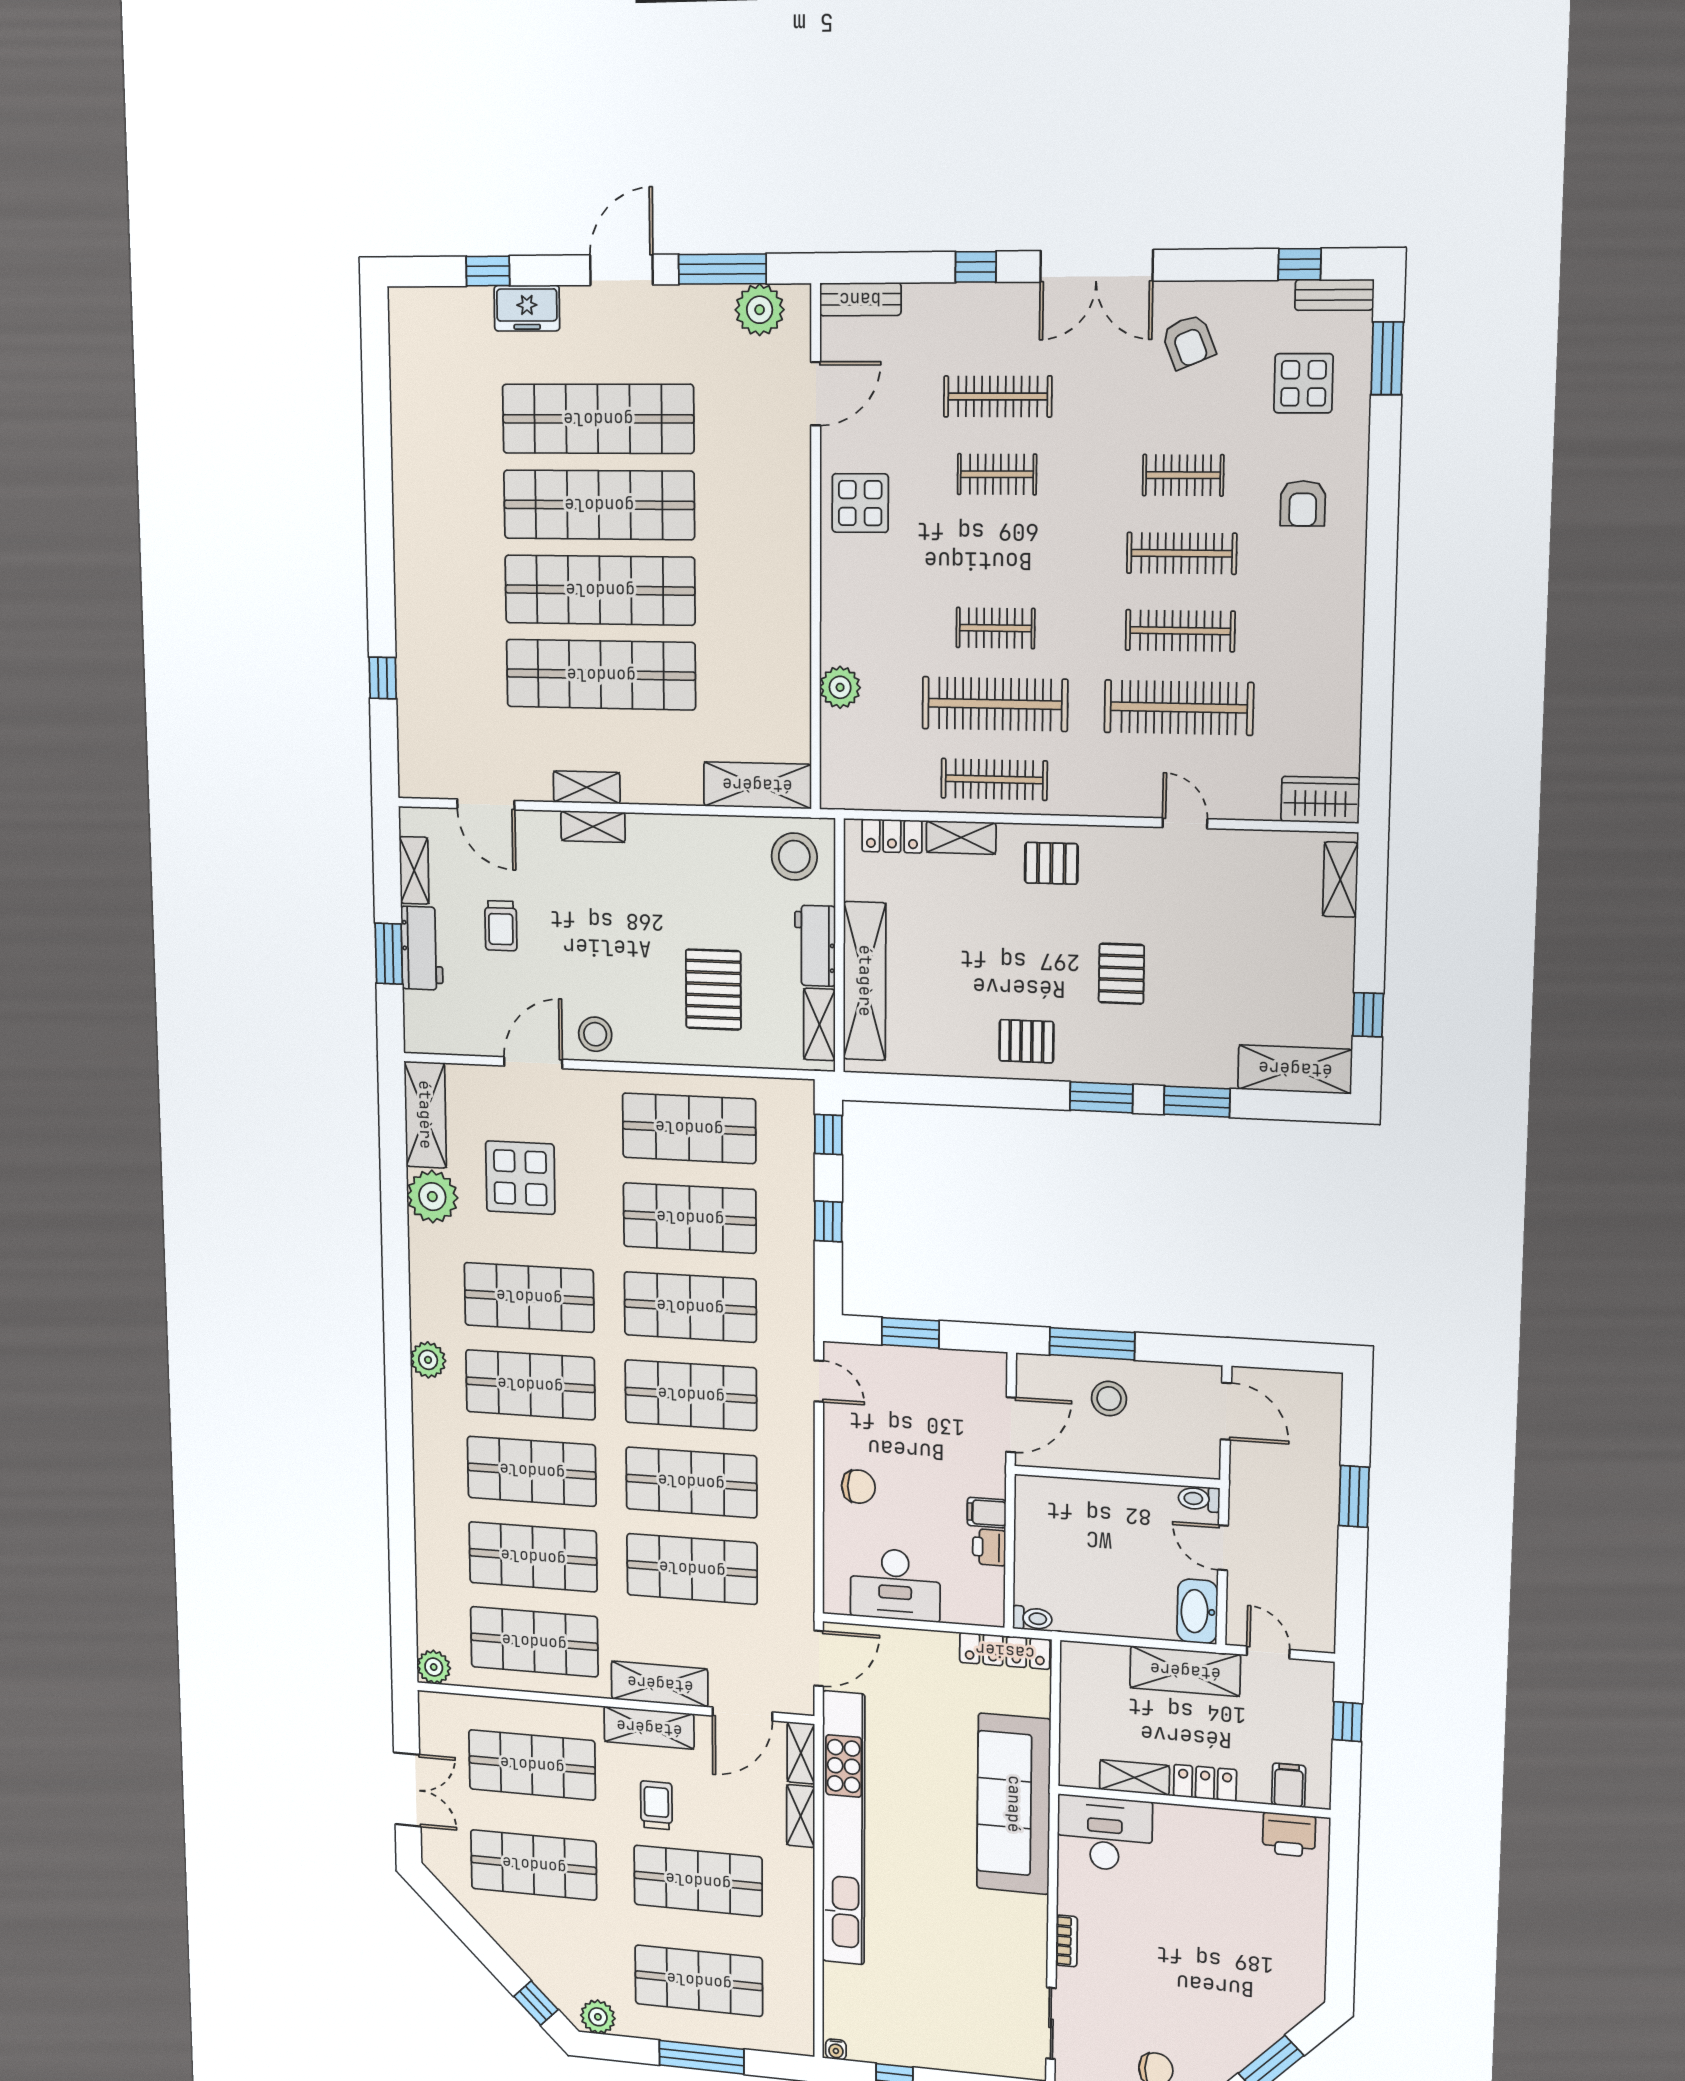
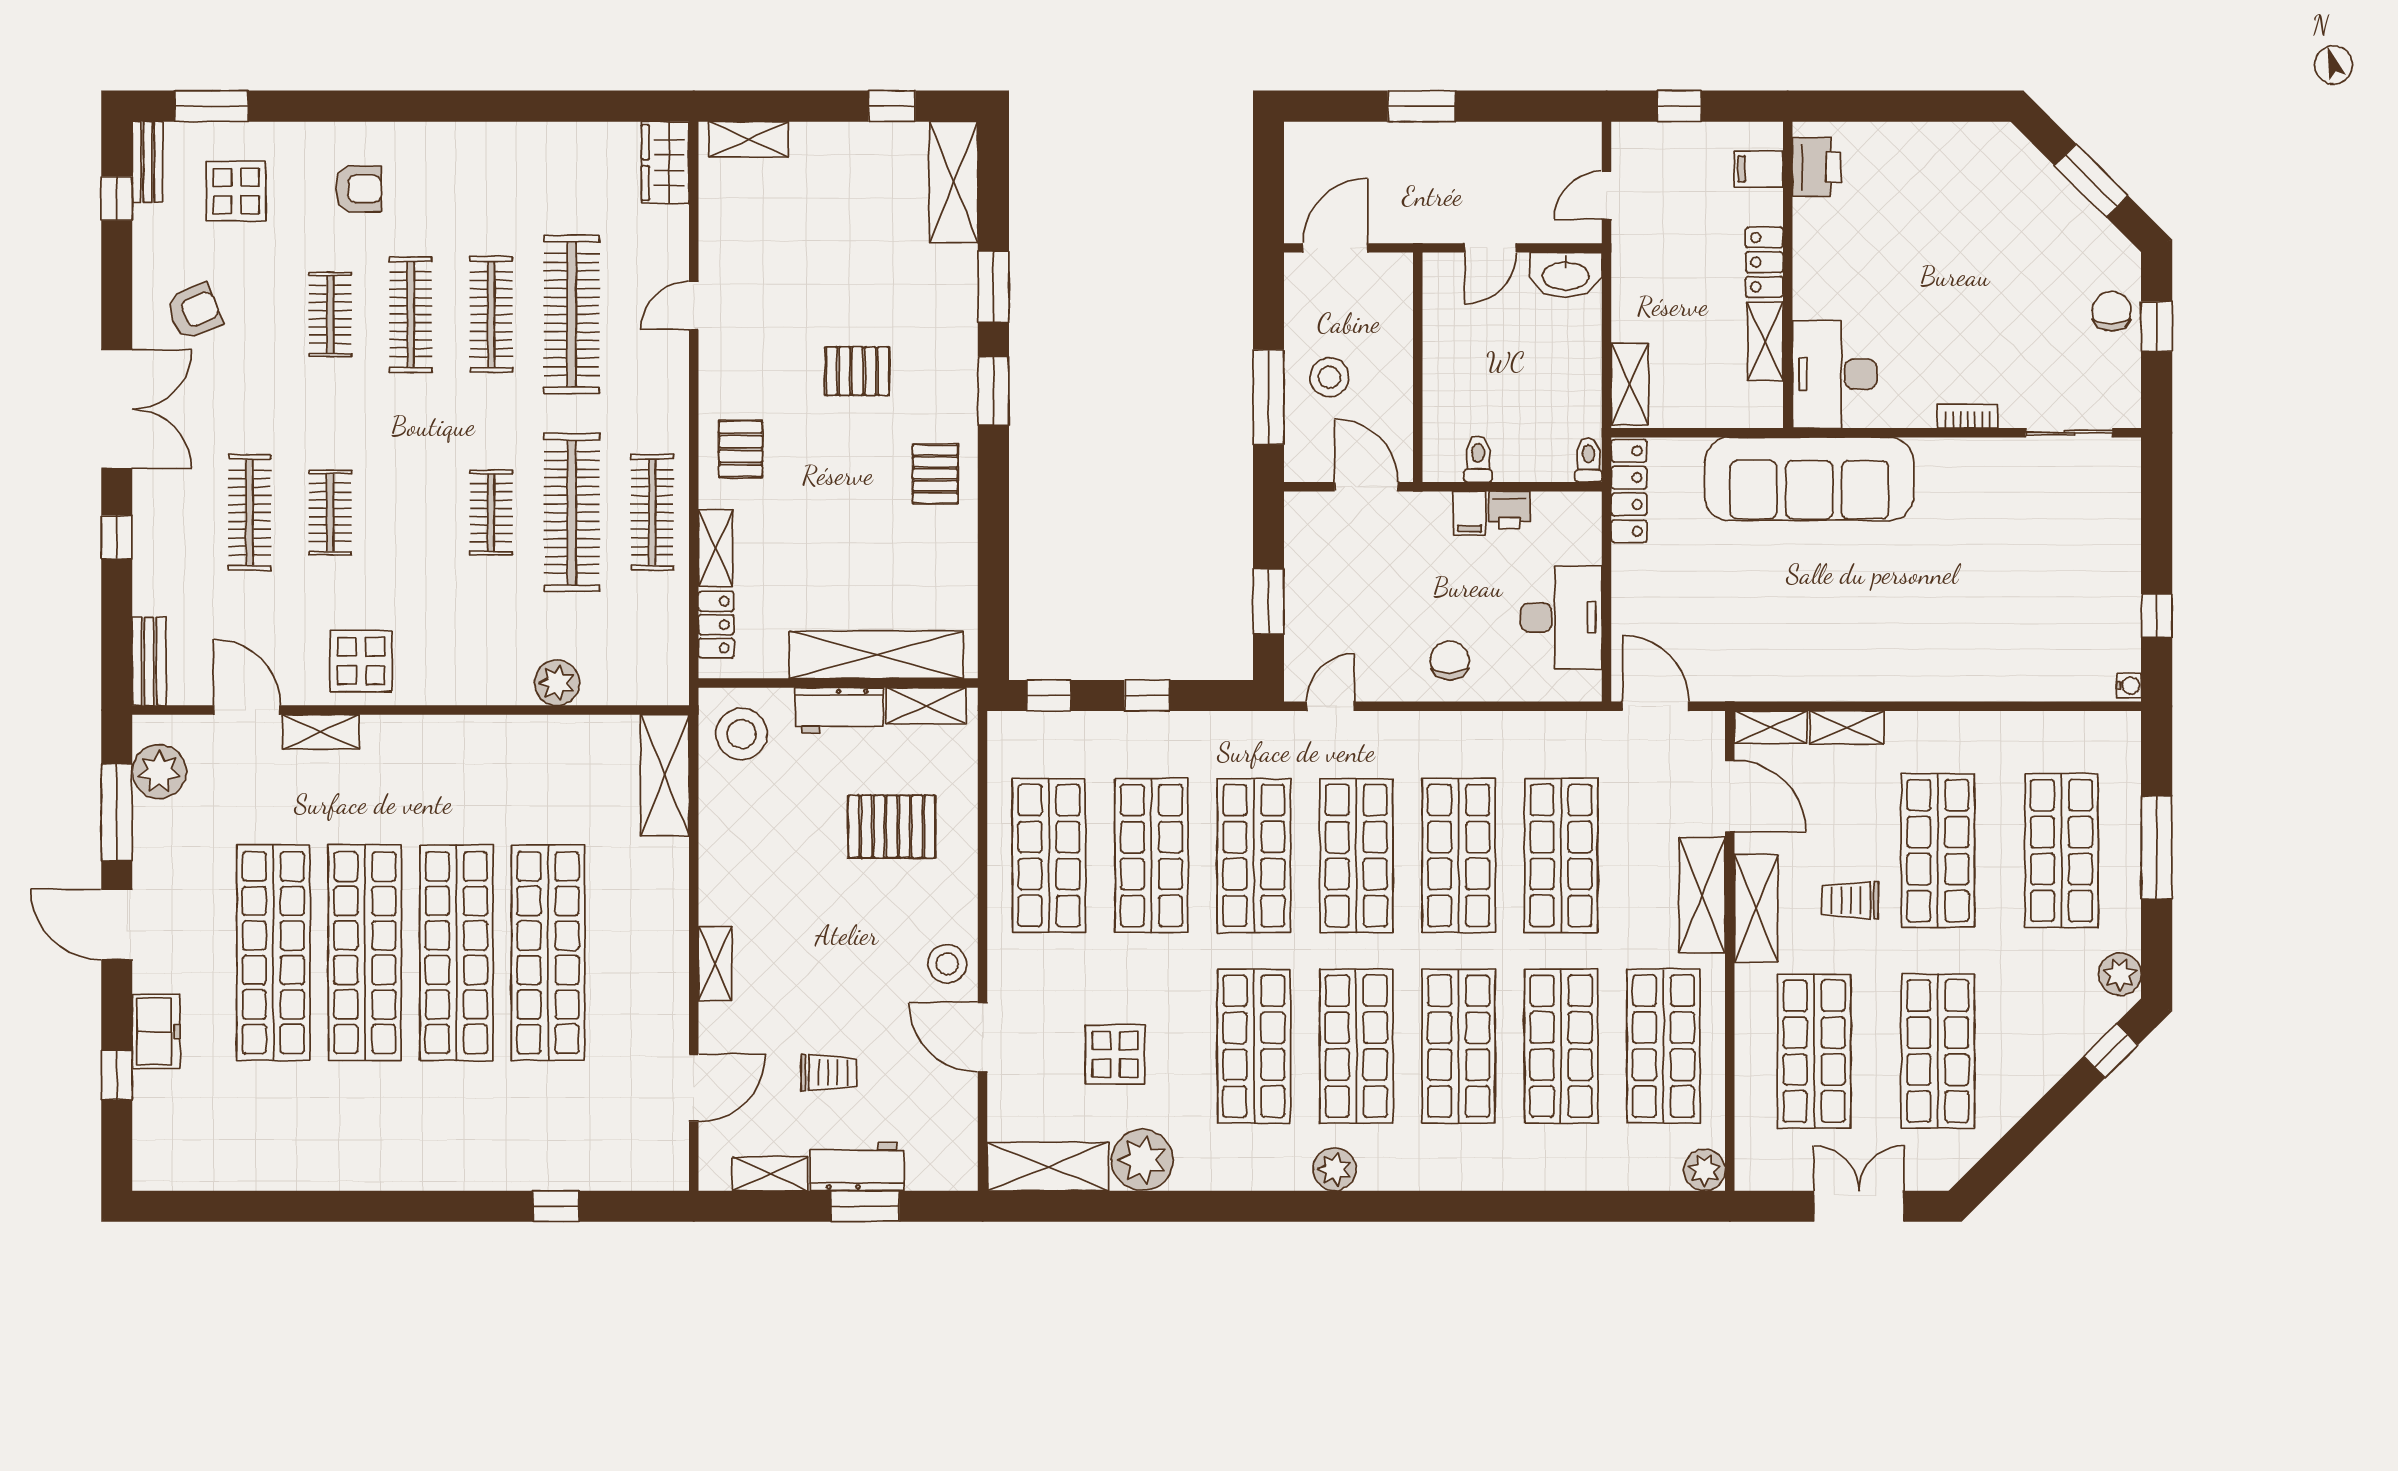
shelving: (587, 787) -> (321, 732), moved, turned 90
display table: (520, 1178) -> (1115, 1054), width x0.73, depth x0.73
toilet: (1199, 1499) -> (1478, 459), moved, turned 180
shelving: (1185, 1671) -> (1630, 384), moved, width x0.67, depth x0.75
kitchen unit: (844, 1828) -> (1857, 677), removed

